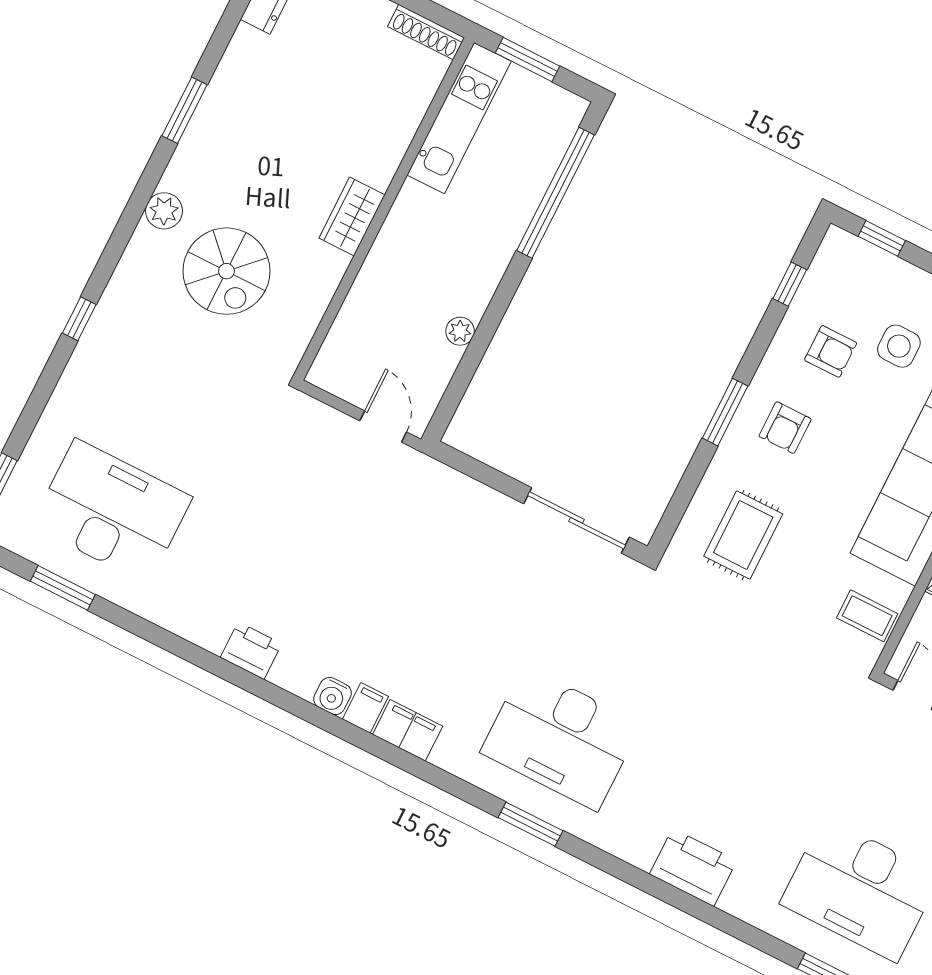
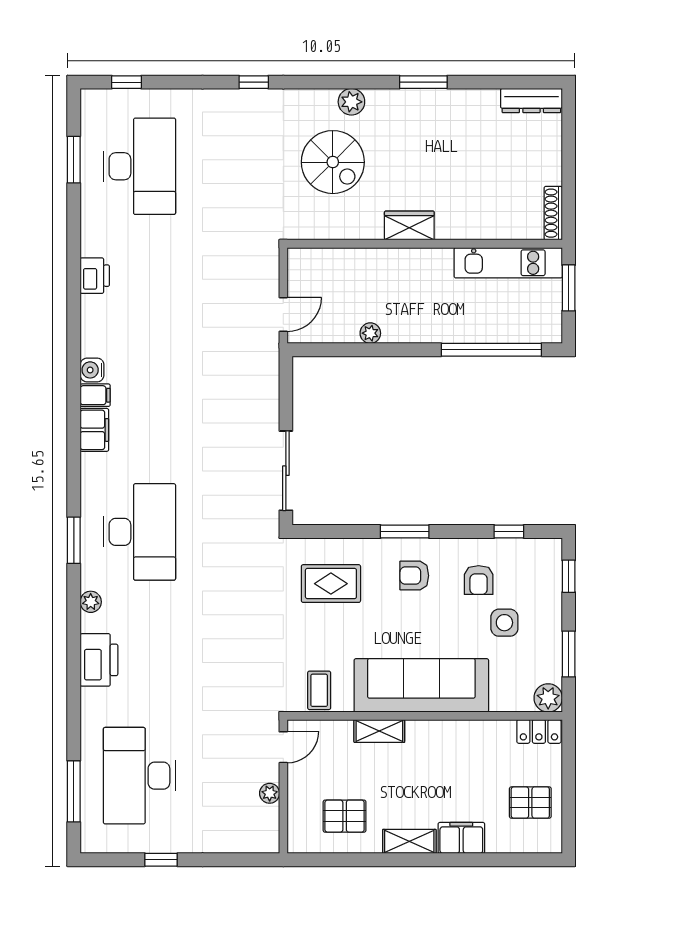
spiral stairs: (226, 271) -> (333, 162), turned -90
printer: (251, 651) -> (95, 276), moved
desk: (561, 738) -> (139, 532), turned 180
plant: (617, 841) -> (91, 602), added

